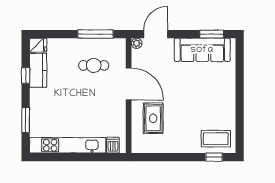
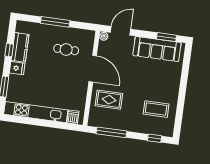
window: (95, 34) -> (55, 22), moved
fridge: (38, 45) -> (17, 68), moved
rug: (153, 118) -> (109, 100), turned 90
coffee table: (216, 139) -> (156, 109), moved
window: (162, 157) -> (112, 132), added

